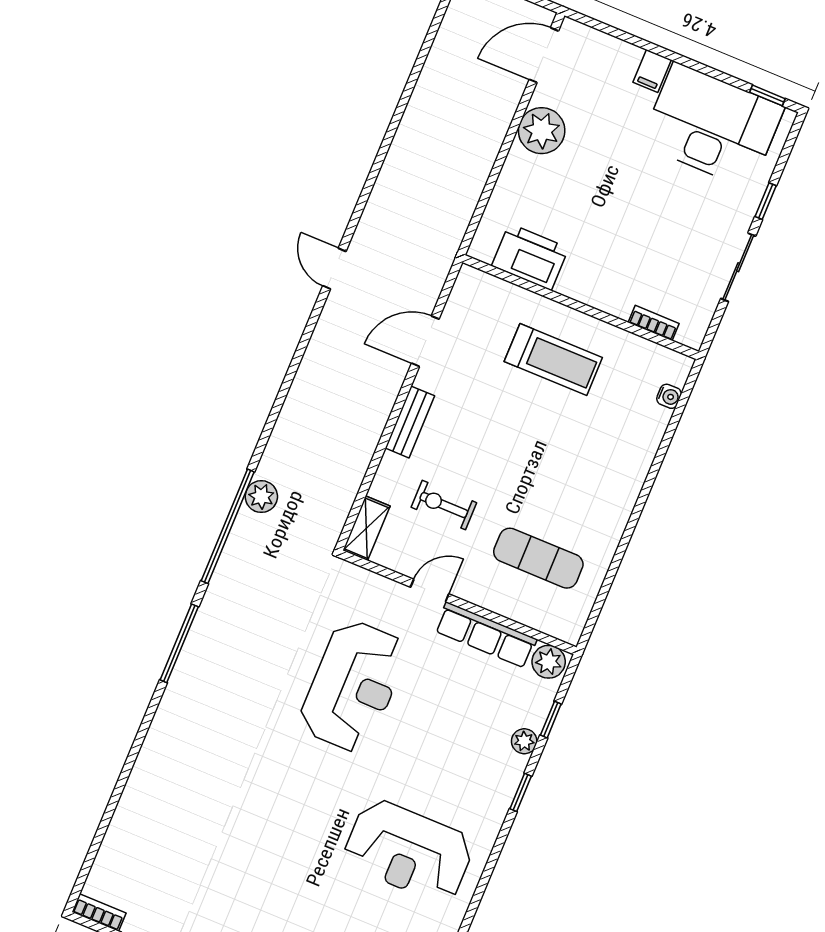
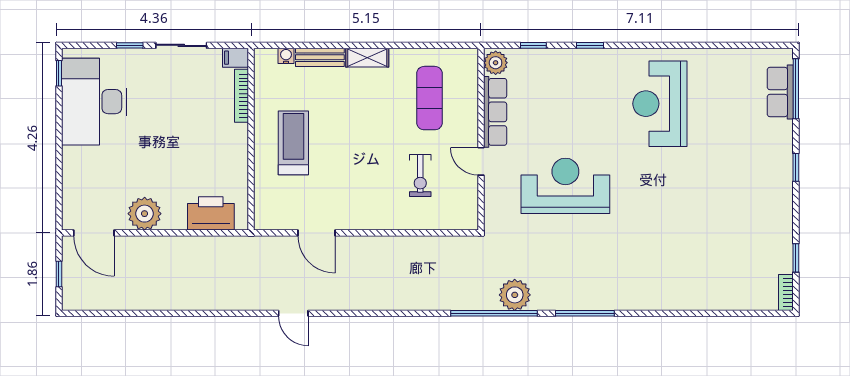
filing cabinet: (652, 71) -> (235, 58), moved, turned 180
printer: (530, 257) -> (211, 213), moved, turned 90
door: (334, 269) -> (293, 313), hinge flipped
bookcase: (654, 323) -> (242, 96), width x1.56
bench: (410, 422) -> (320, 57), moved
plant: (261, 497) -> (515, 295), moved, width x1.36, depth x1.36
shelving: (366, 528) -> (367, 58), moved
plant: (524, 741) -> (555, 57), removed
reception desk: (409, 851) -> (660, 104), turned 180

